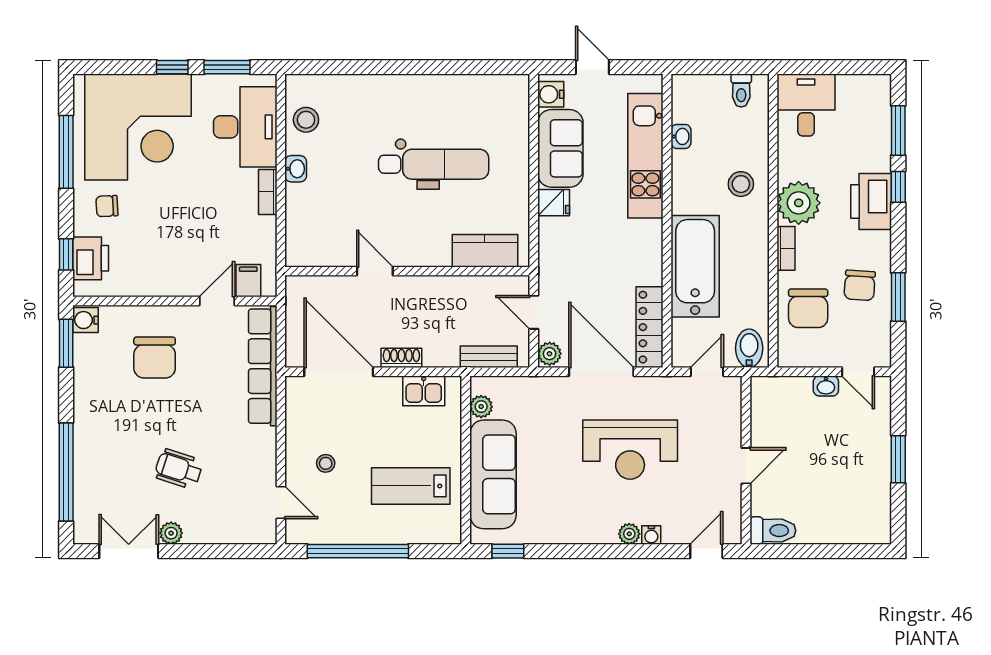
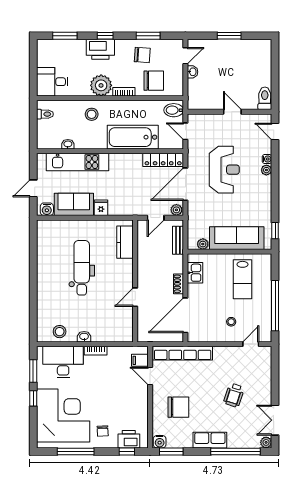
window: (898, 187) -> (105, 36), moved
row of seats: (89, 421) -> (210, 440), added
plant: (171, 533) -> (266, 442), moved

